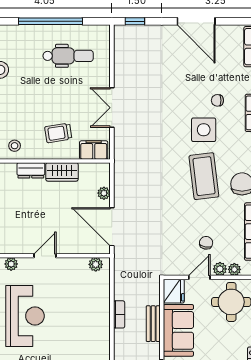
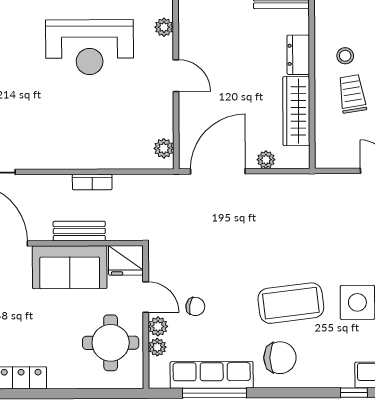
stool: (15, 146) -> (345, 56), moved
filing cabinet: (94, 150) -> (328, 145), removed
wardrobe: (62, 172) -> (296, 111), width x1.50

